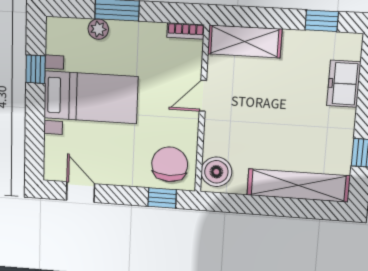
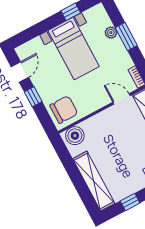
door: (203, 96) -> (121, 99), moved
window: (162, 198) -> (33, 97), moved

